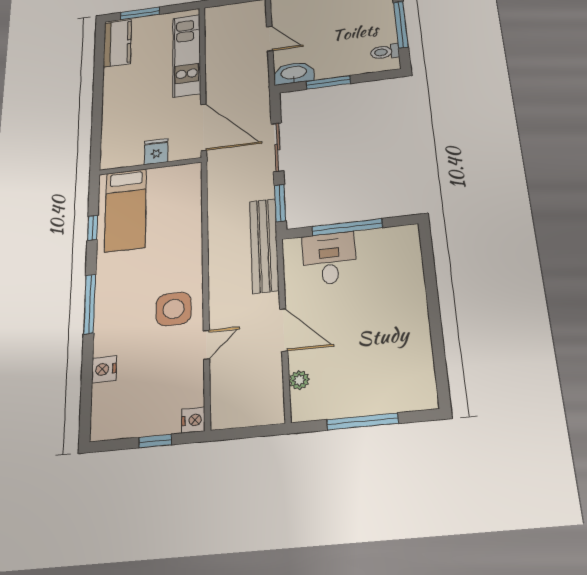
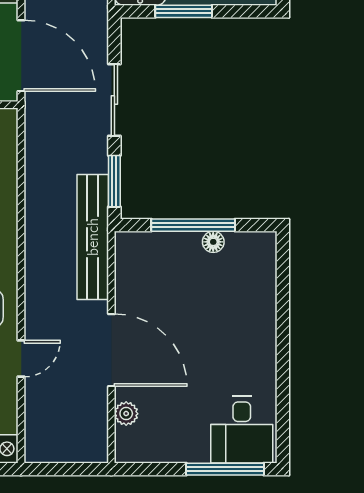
floor lamp: (365, 237) -> (213, 242), added
desk: (329, 258) -> (242, 430), moved, turned 180
door: (284, 330) -> (111, 350), width x1.36
window: (363, 421) -> (225, 469), moved

